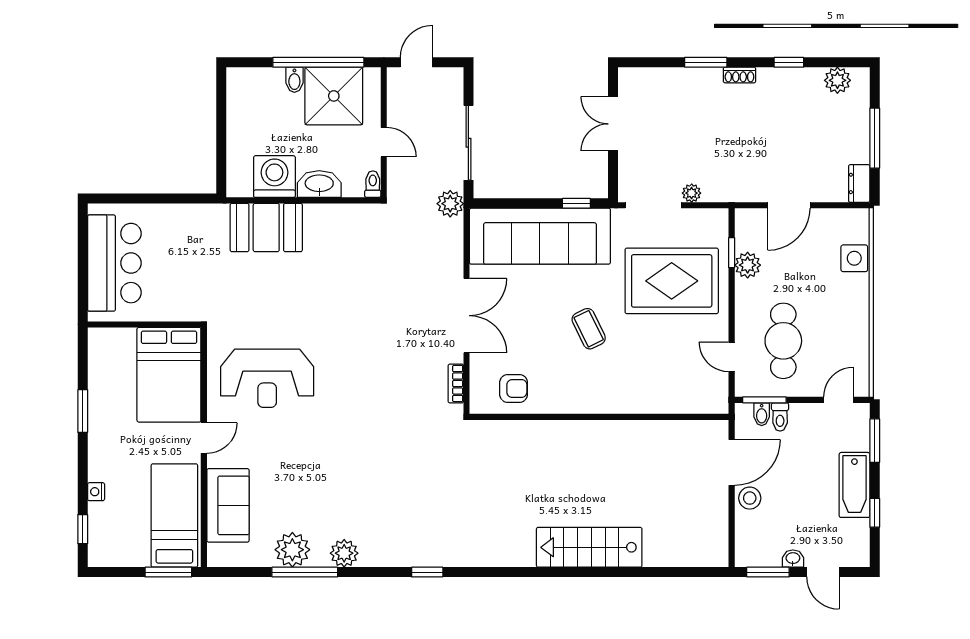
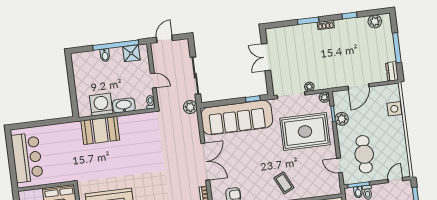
shower: (334, 96) -> (131, 53), width x0.54, depth x0.54
plant: (719, 218) -> (324, 97), added
coffee table: (589, 329) -> (284, 183), moved

